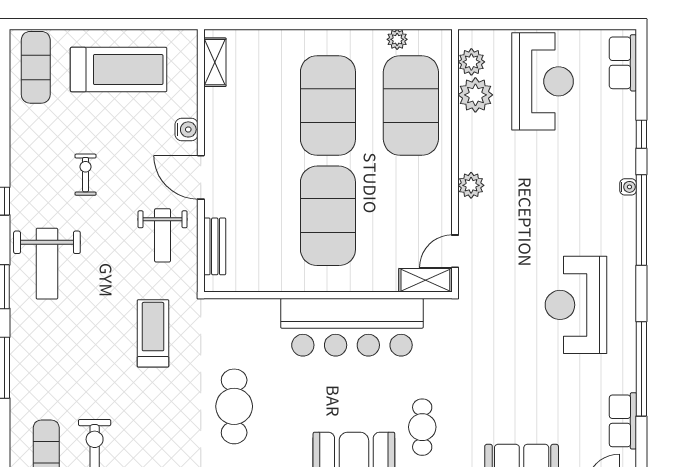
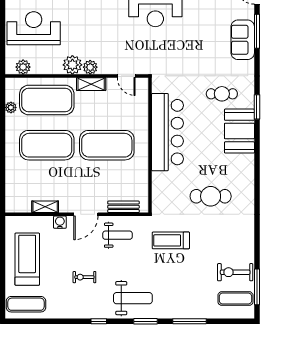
shelving: (215, 62) -> (45, 207), moved
plant: (475, 95) -> (72, 65), moved
shelving: (425, 280) -> (91, 84), moved, turned 90

